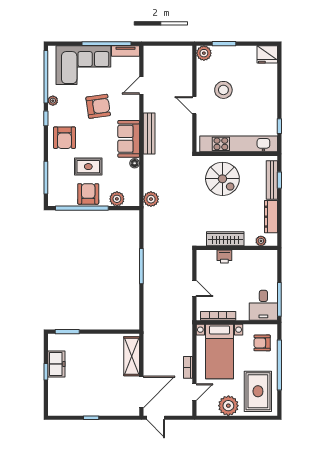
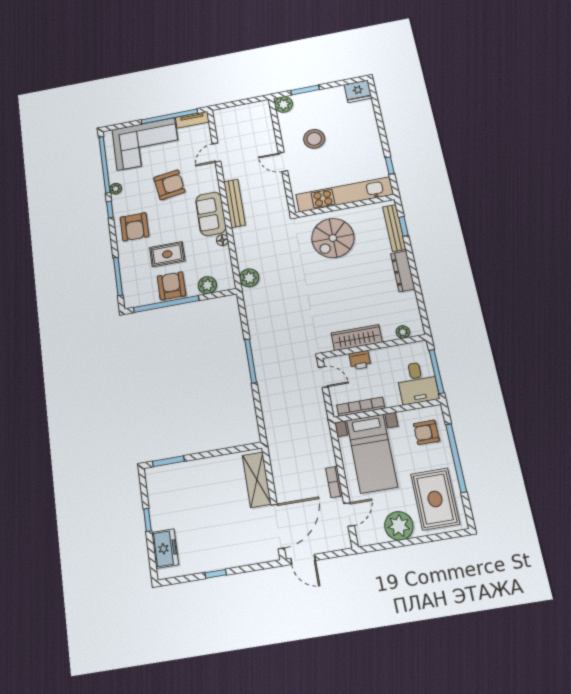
spiral stairs: (222, 179) -> (333, 238), turned 90
wardrobe: (225, 239) -> (357, 338), moved
plant: (261, 241) -> (403, 332), moved
wall: (237, 248) -> (374, 346), moved
printer: (224, 257) -> (360, 360), moved
freezer: (56, 364) -> (165, 549), moved

